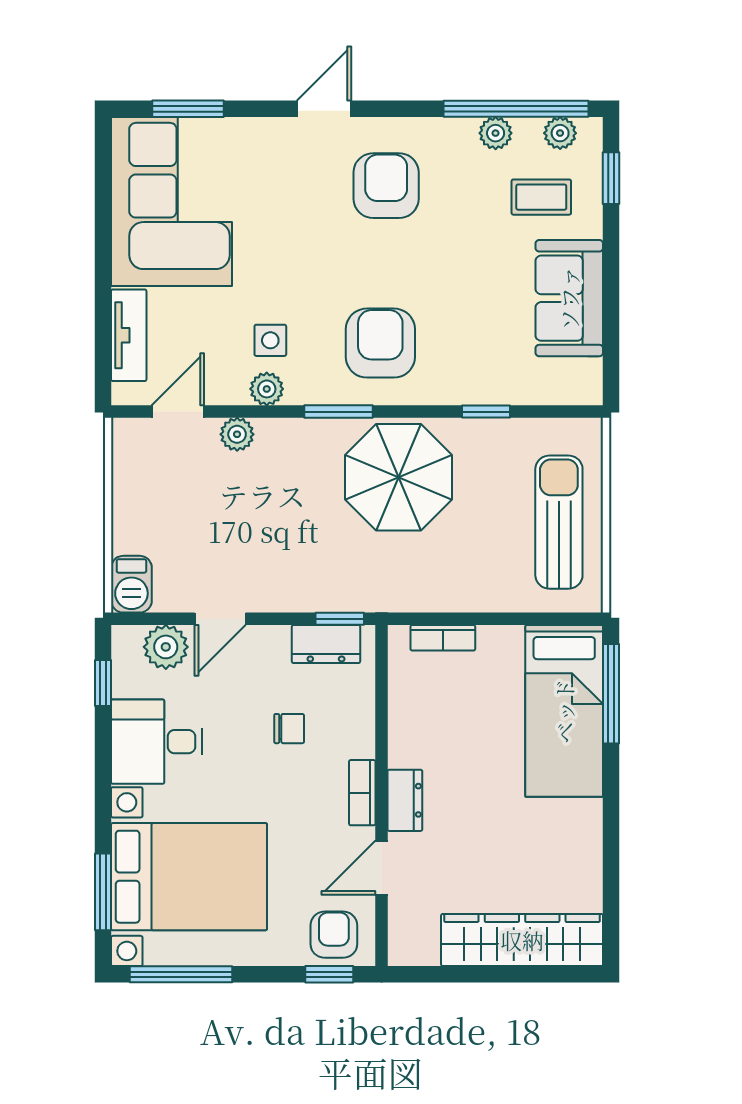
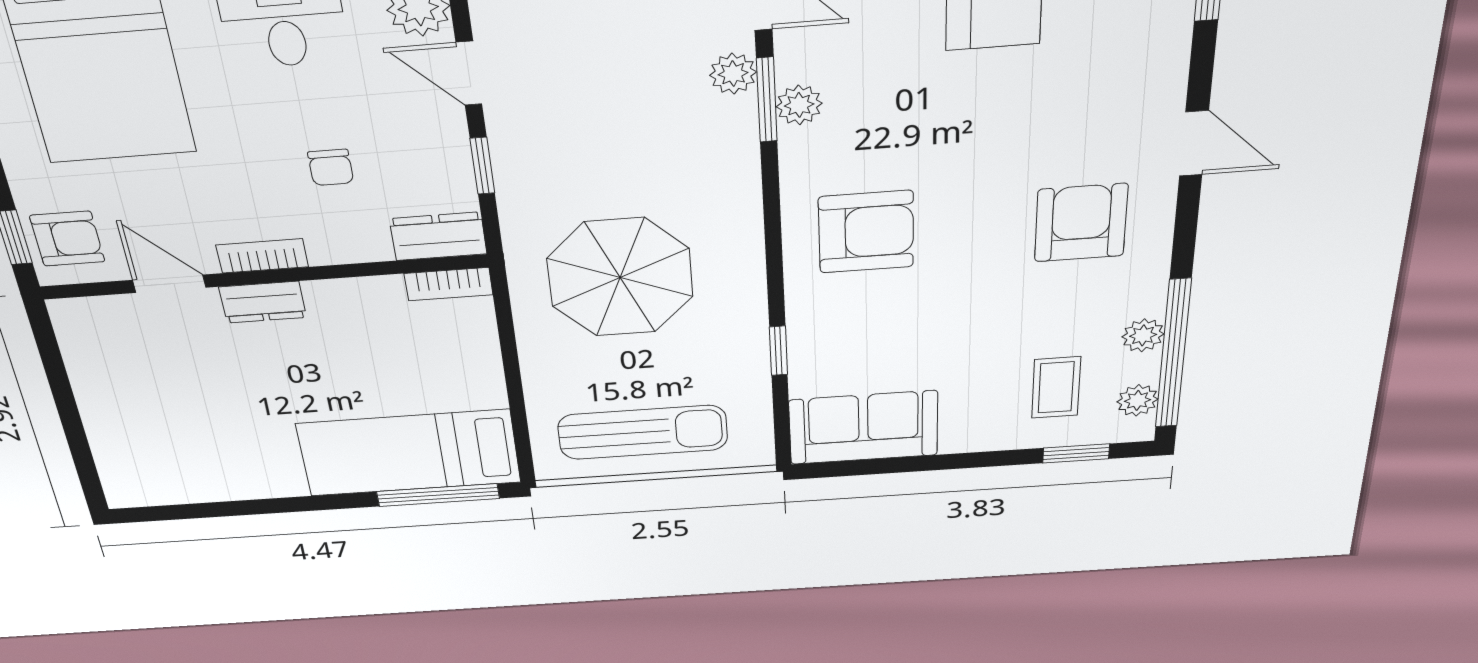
armchair: (386, 186) -> (1081, 223), turned -90
sofa: (569, 298) -> (863, 428), moved
side table: (270, 340) -> (868, 104), removed
window: (338, 412) -> (767, 100), moved
parasol: (398, 477) -> (620, 277), moved
window: (340, 619) -> (482, 166), moved
bookcase: (443, 638) -> (449, 284), moved, turned -90
dresser: (326, 644) -> (438, 236), moved, turned 90
wardrobe: (522, 940) -> (118, 432), removed

